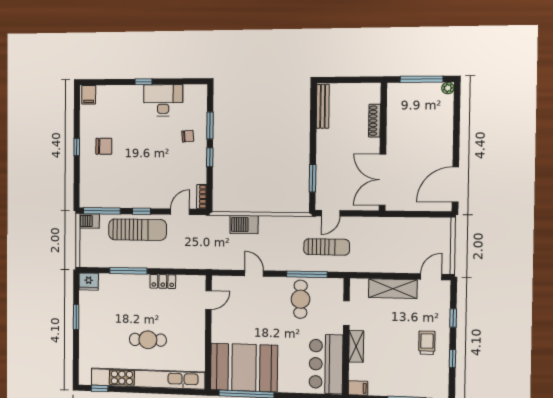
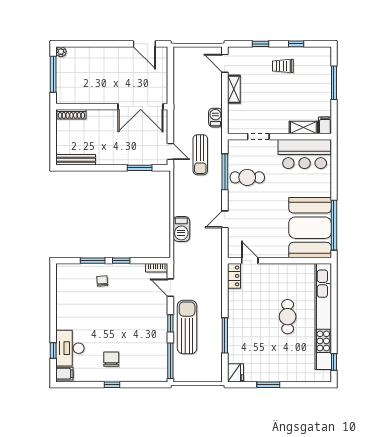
window: (143, 82) -> (53, 351), moved
desk: (163, 100) -> (70, 348), moved
shoe rack: (375, 121) -> (71, 114), moved
door: (455, 185) -> (144, 44), width x0.73
barbecue: (89, 221) -> (215, 118), moved, turned 180
sun lounger: (327, 247) -> (200, 155), turned 180
locker: (163, 281) -> (234, 276), moved
shelving: (393, 289) -> (234, 89), width x0.67, depth x0.75
shelving: (356, 346) -> (303, 127), moved

